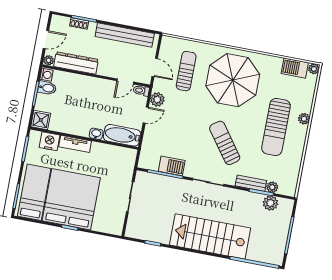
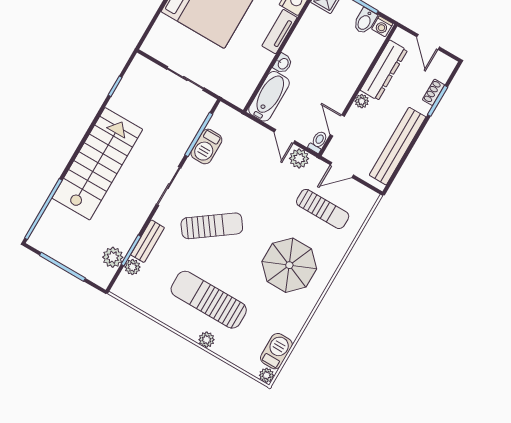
plant: (49, 60) -> (362, 101), moved
parasol: (233, 80) -> (289, 265), width x0.73, depth x0.73

